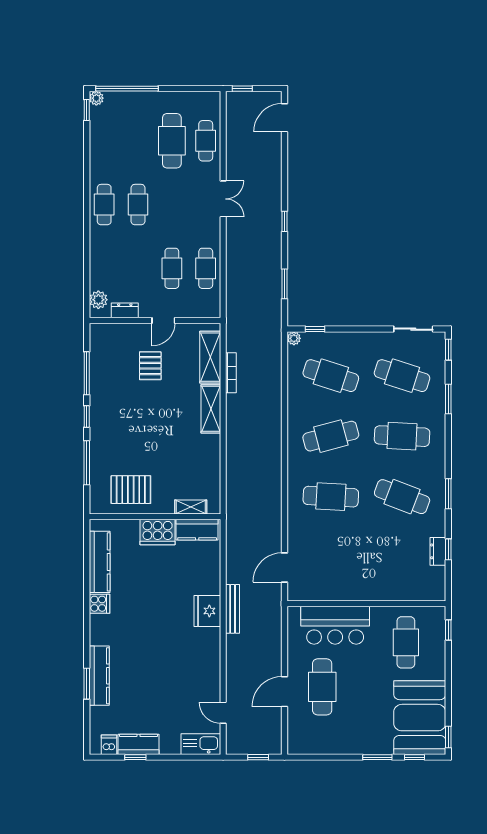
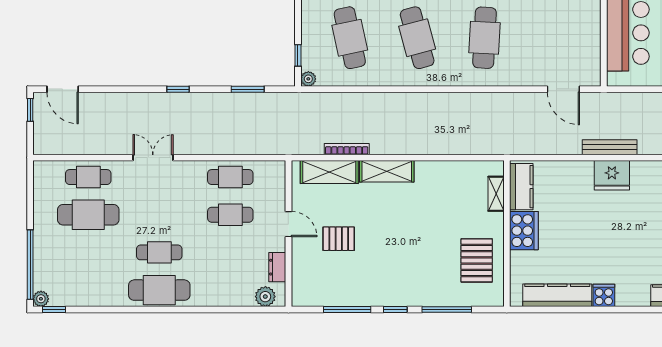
window: (242, 89) -> (30, 110), moved
cafe table: (104, 205) -> (159, 290), width x1.37, depth x1.35
cafe table: (331, 376) -> (350, 38), turned -30

